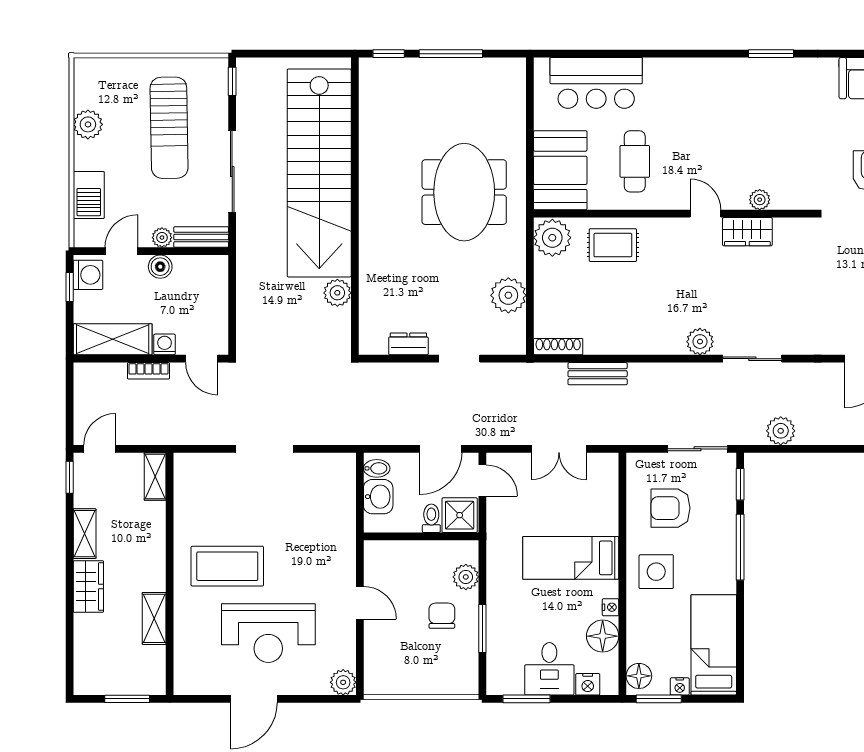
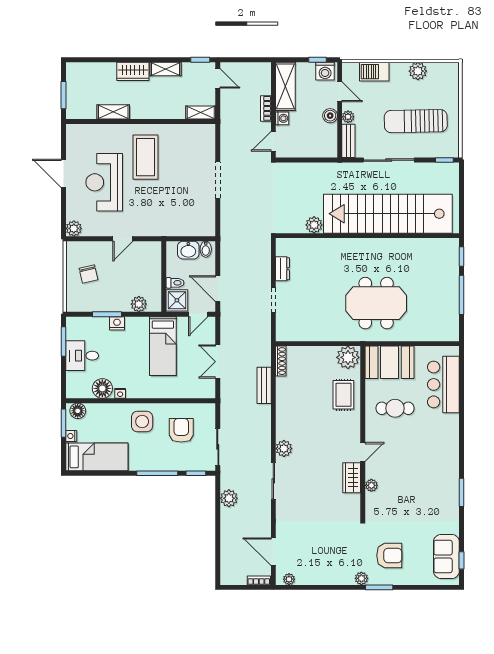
plant: (508, 295) -> (312, 330), removed
bed: (571, 558) -> (163, 346), moved, turned 180
chair: (442, 616) -> (88, 274), moved, turned 77
nightstand: (588, 684) -> (117, 323), moved, turned 90

